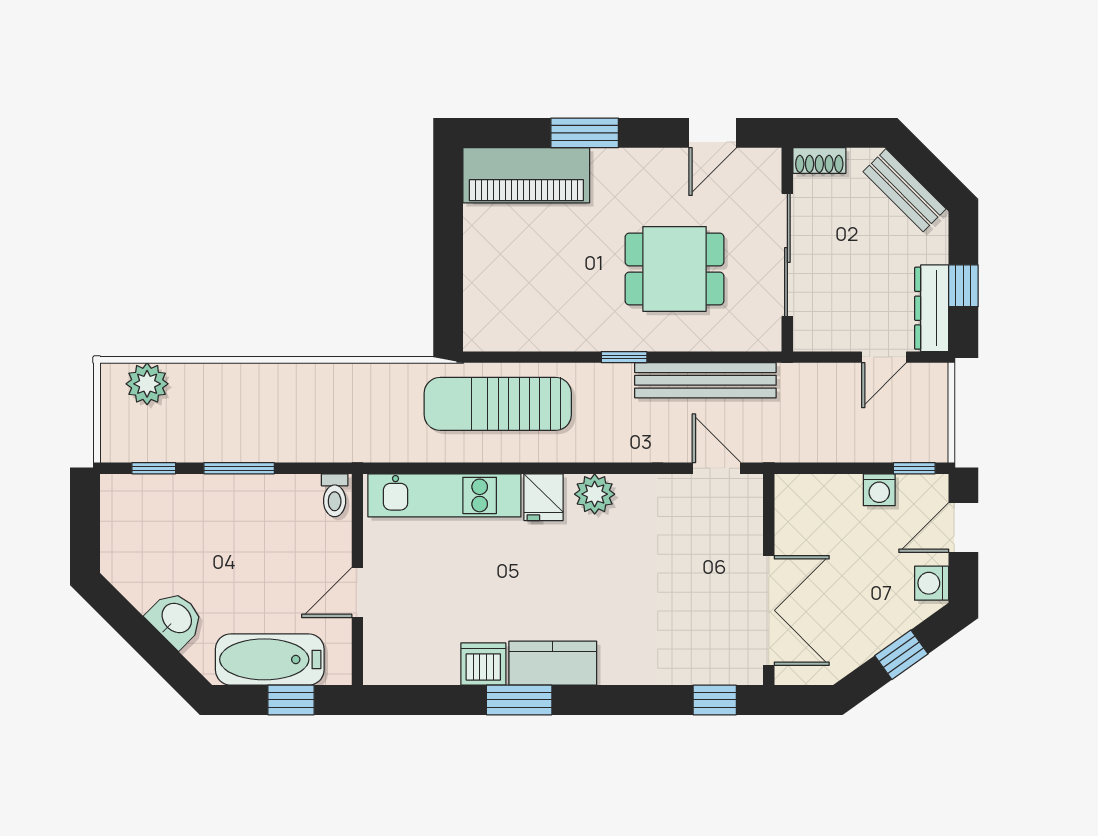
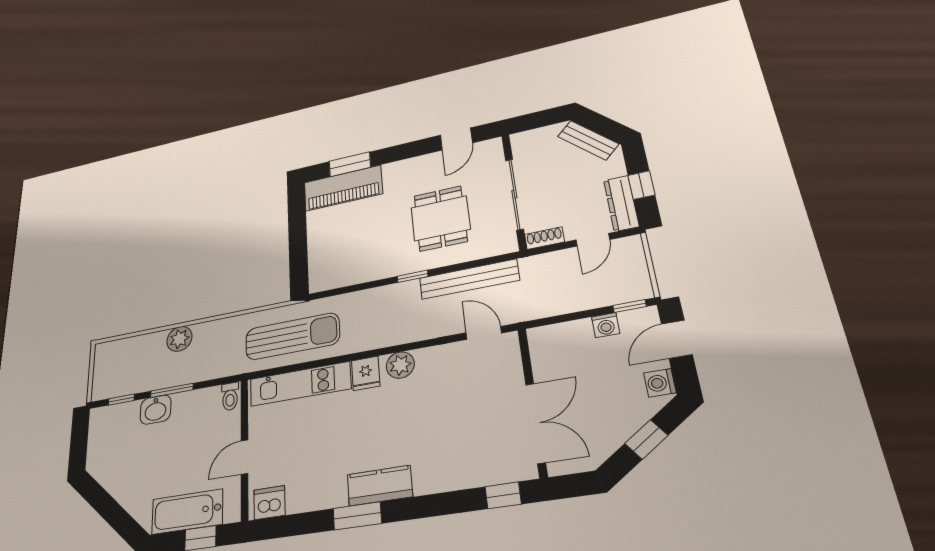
window: (585, 133) -> (350, 164), moved
shoe rack: (819, 161) -> (544, 238), moved, turned 180
dining table: (674, 269) -> (440, 218), turned 90
plant: (147, 384) -> (179, 339), moved
sun lounger: (498, 404) -> (292, 336), moved, turned 180
washbasin: (176, 619) -> (156, 410), moved, turned 135
dishwasher: (483, 664) -> (270, 503), moved

